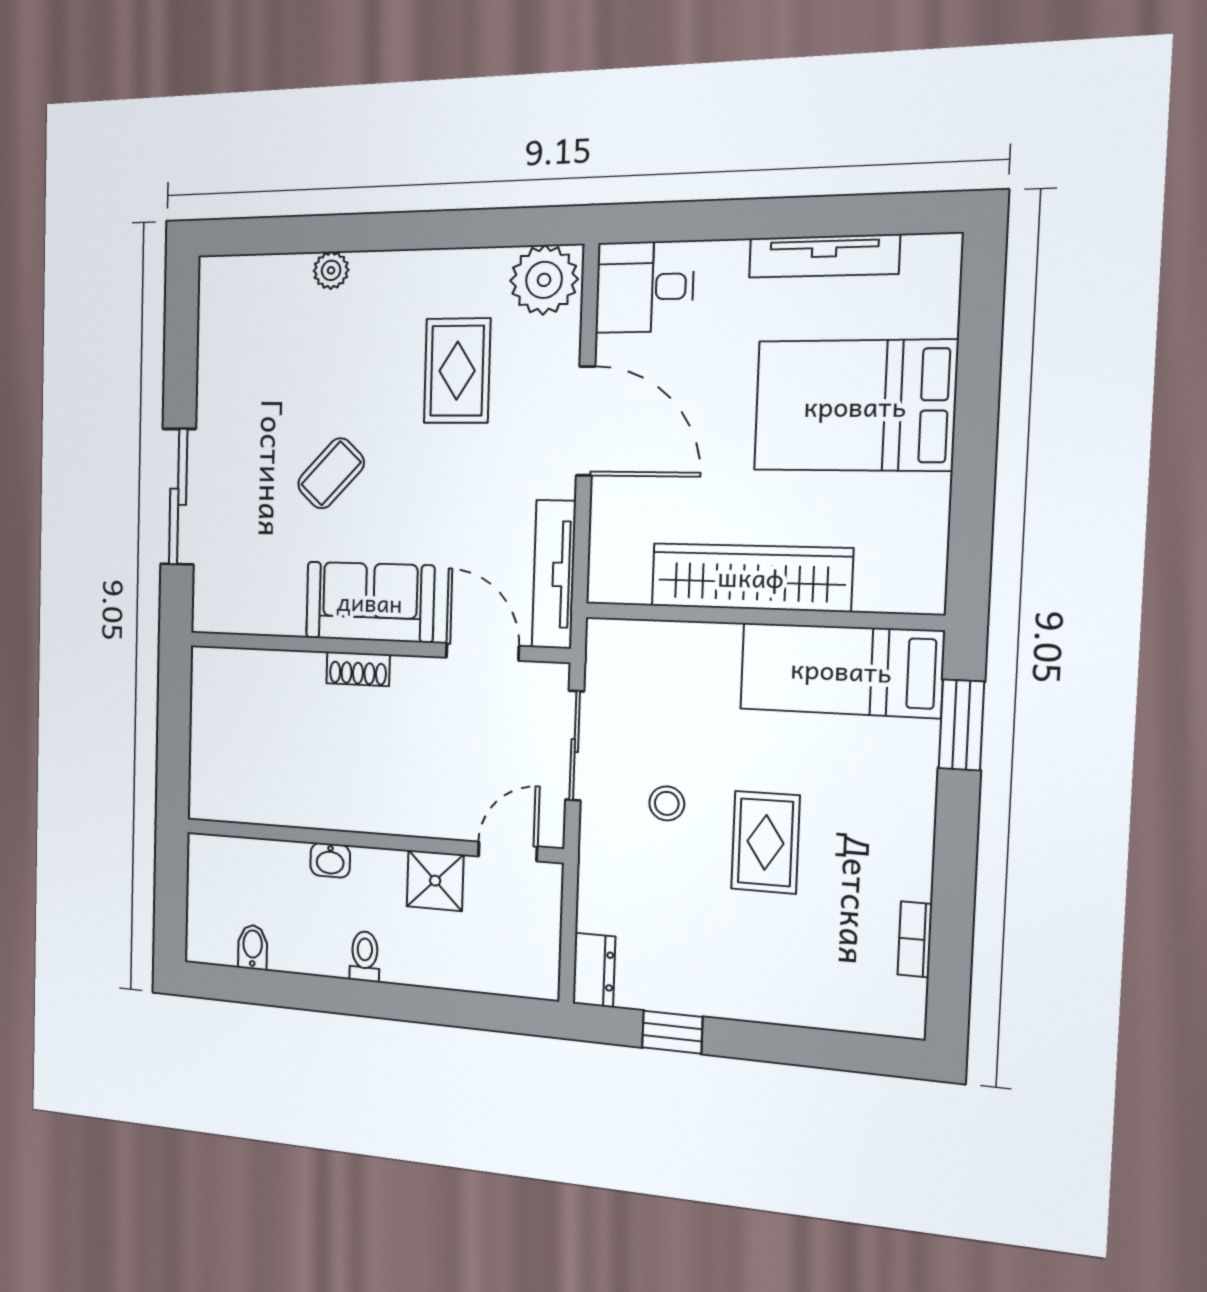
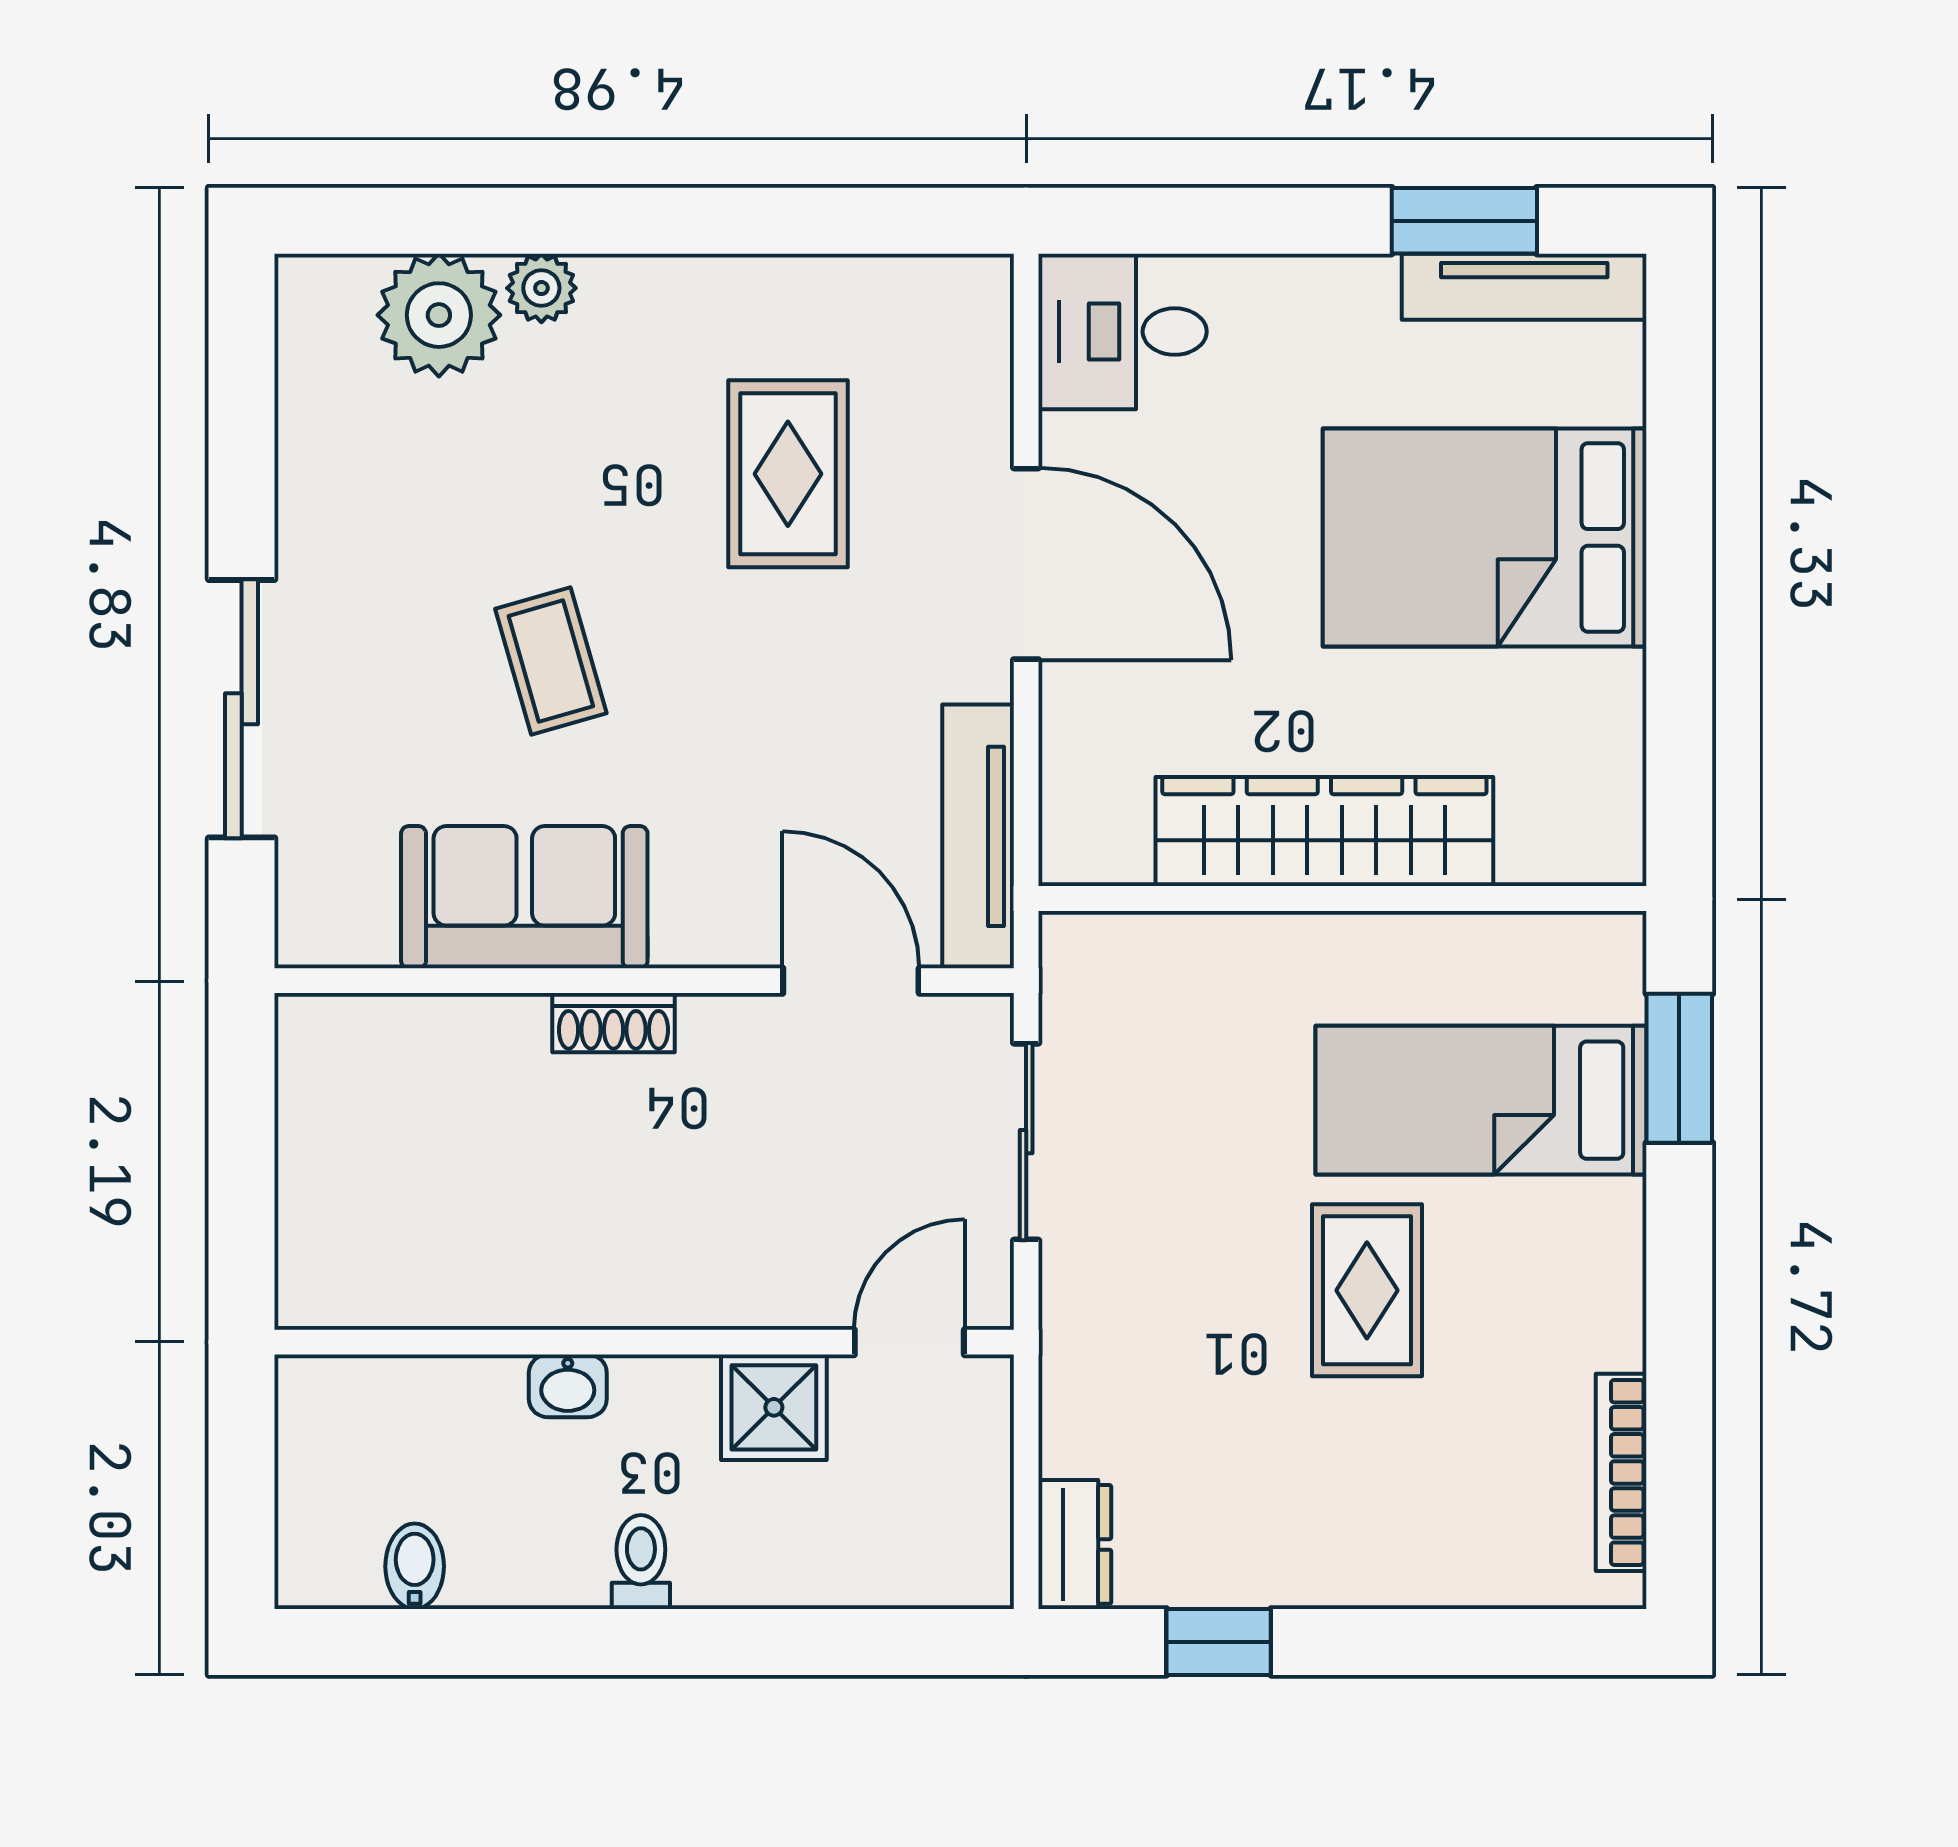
window: (850, 216) -> (1464, 221), added
tv unit: (824, 256) -> (1524, 287), moved
plant: (544, 280) -> (439, 315), moved
coffee table: (331, 473) -> (551, 661), turned -59
sofa: (370, 602) -> (524, 897), moved
bed: (841, 670) -> (1481, 1100), moved
stool: (667, 803) -> (1194, 1234), removed
bookcase: (915, 939) -> (1621, 1472), width x1.56

